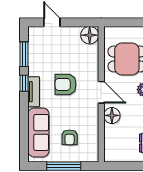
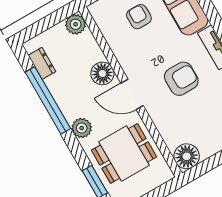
plant: (111, 155) -> (76, 24), added

